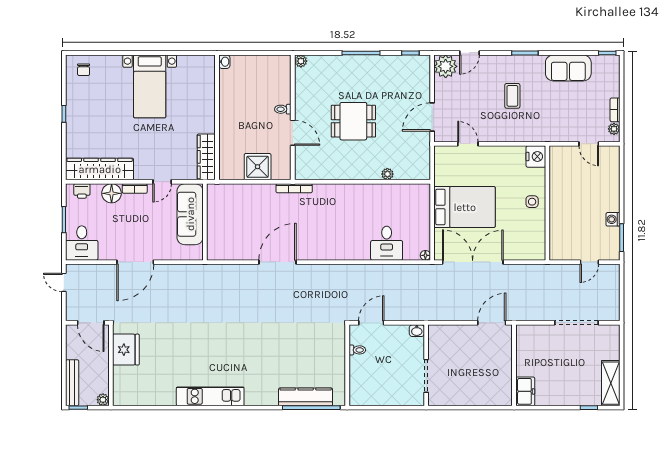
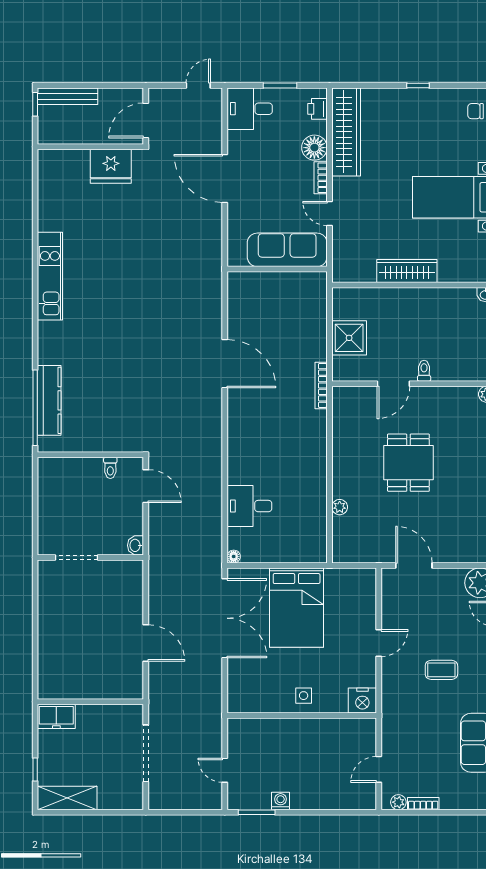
door: (468, 144) -> (379, 643), moved
wardrobe: (206, 157) -> (407, 271), moved
wall: (514, 365) -> (90, 702), moved
freezer: (525, 391) -> (56, 716), moved
plant: (103, 400) -> (45, 136), removed

